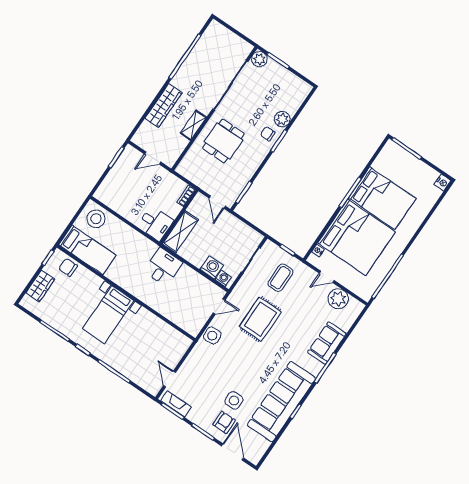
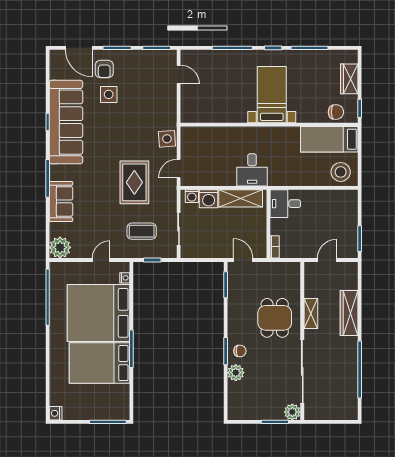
shelving: (180, 232) -> (241, 198), moved, turned 90
coffee table: (280, 278) -> (142, 231), turned 90
plant: (338, 299) -> (60, 247), moved
fireplace: (176, 404) -> (158, 56), removed

